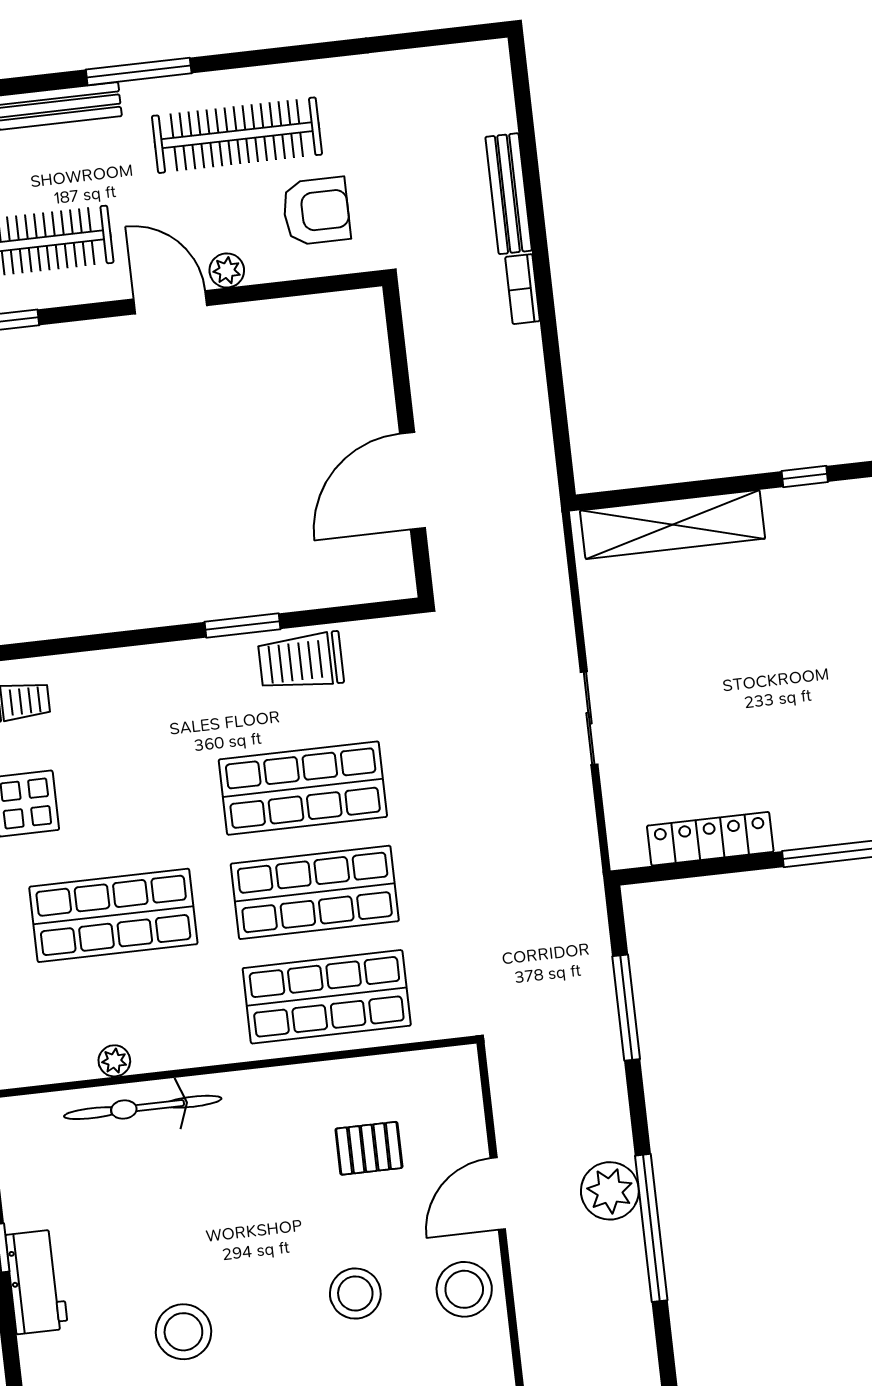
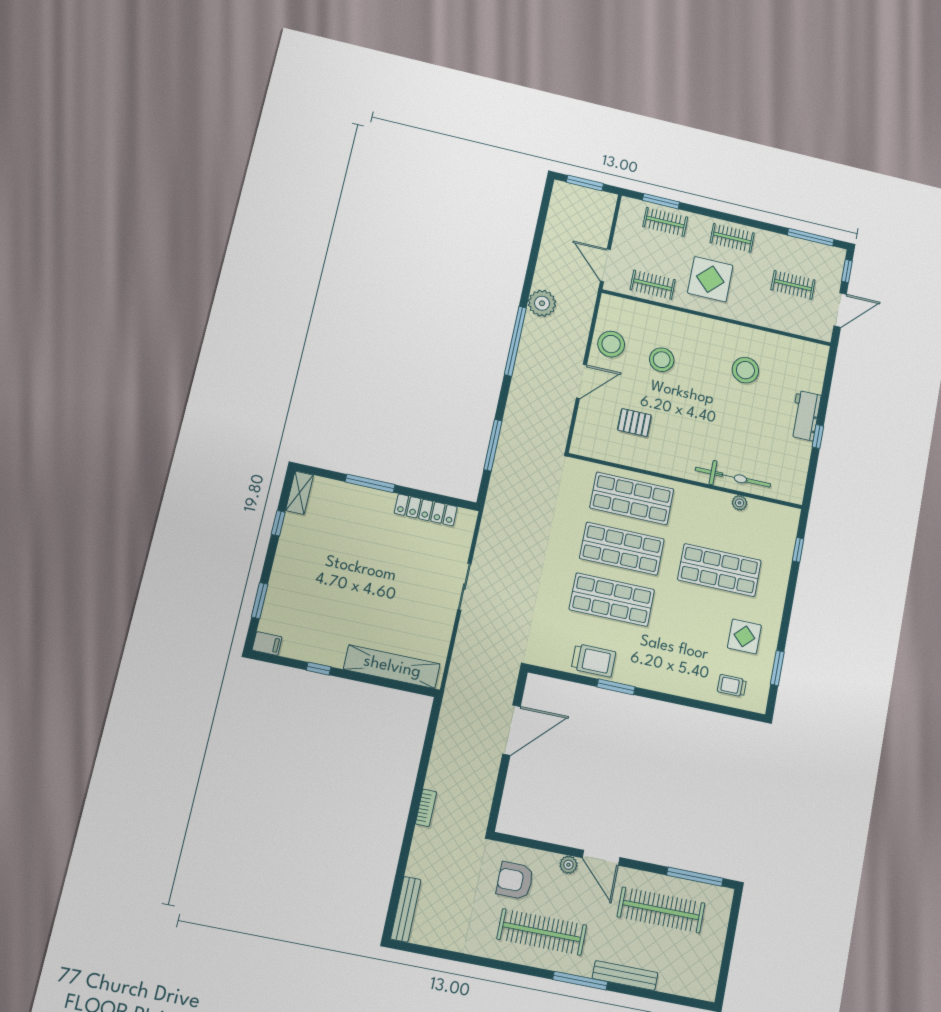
bench: (509, 194) -> (406, 909), moved
plant: (610, 1191) -> (542, 303), moved

